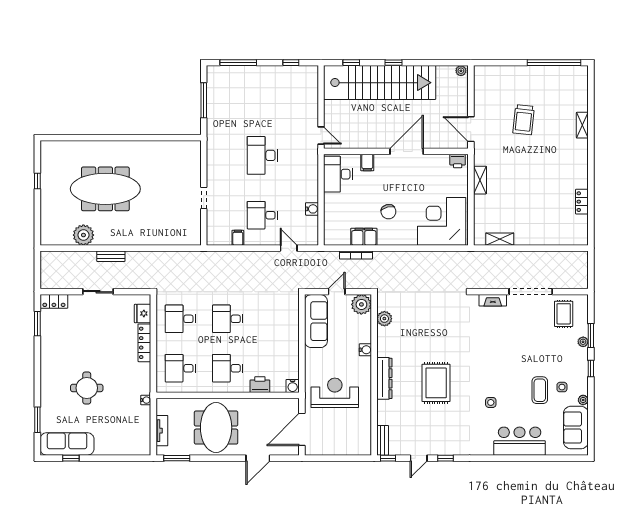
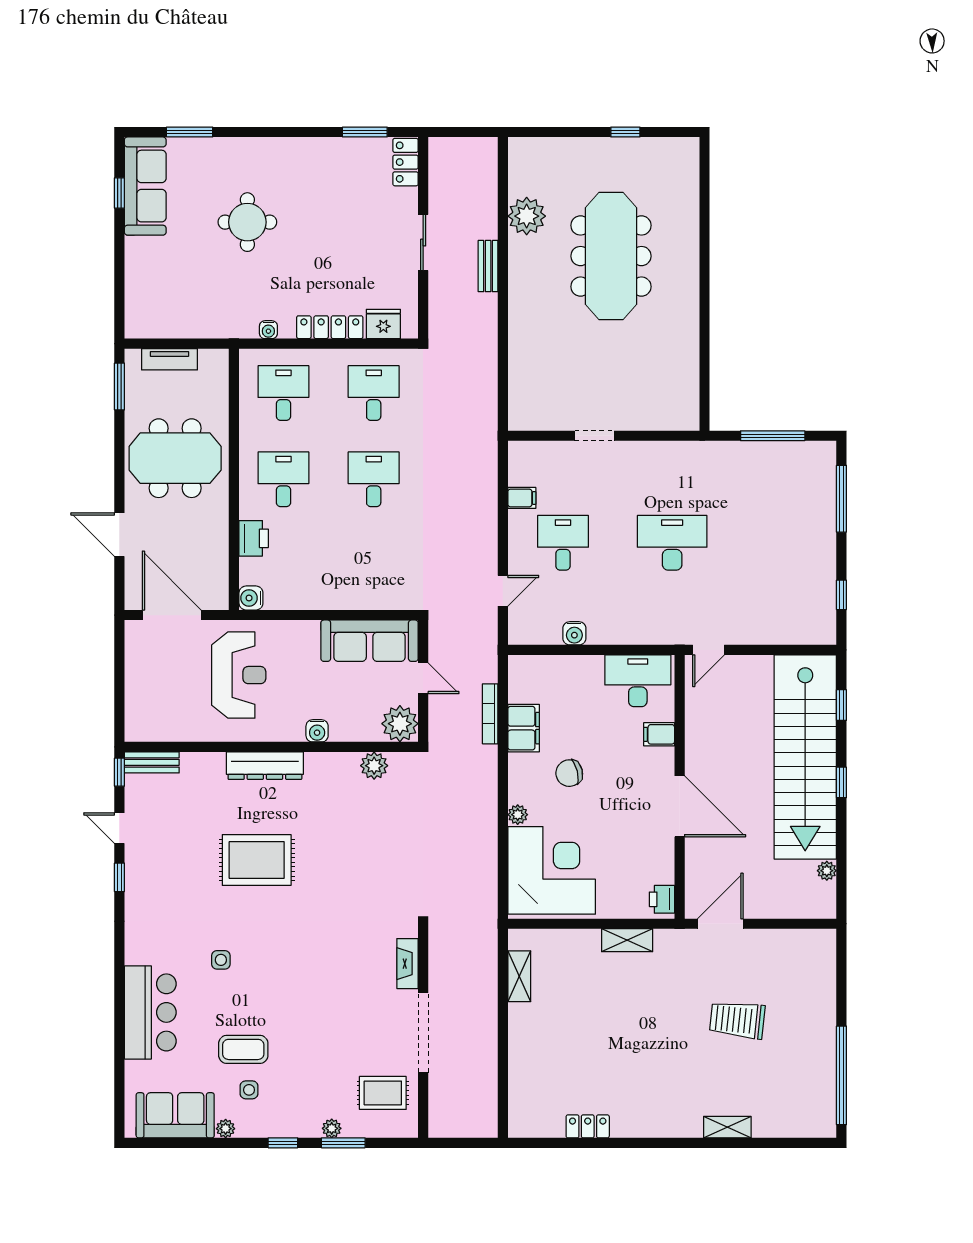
plant: (461, 71) -> (827, 871), moved
plant: (411, 240) -> (518, 815), added
water cooler: (146, 400) -> (268, 330), moved

